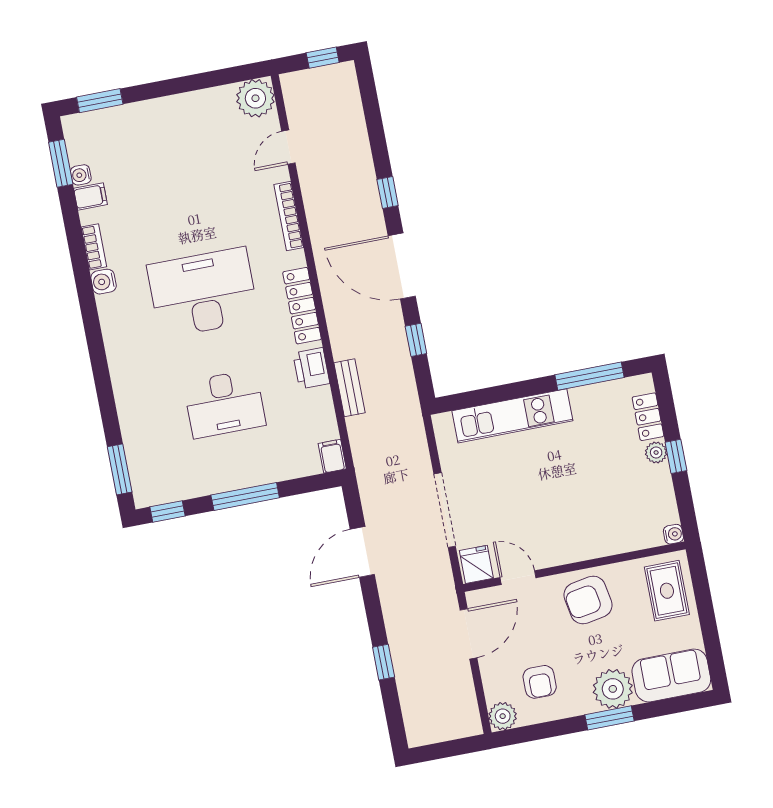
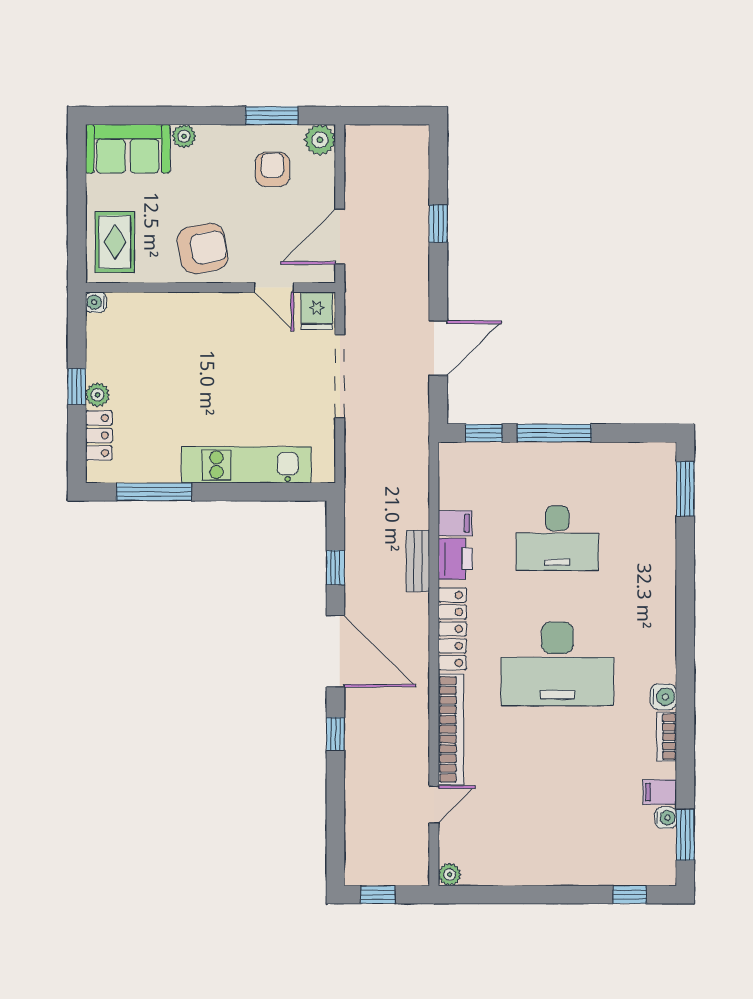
plant: (255, 98) -> (450, 874), width x0.53, depth x0.53
window: (100, 101) -> (630, 895), width x0.67
bookcase: (289, 216) -> (451, 729), width x1.48, depth x1.31
bench: (350, 388) -> (418, 561), moved
desk: (224, 404) -> (557, 538), turned 180
filing cabinet: (332, 456) -> (455, 523), moved, turned -90
window: (167, 511) -> (484, 433), moved
plant: (613, 689) -> (184, 136), width x0.53, depth x0.53
window: (610, 718) -> (272, 116), moved

